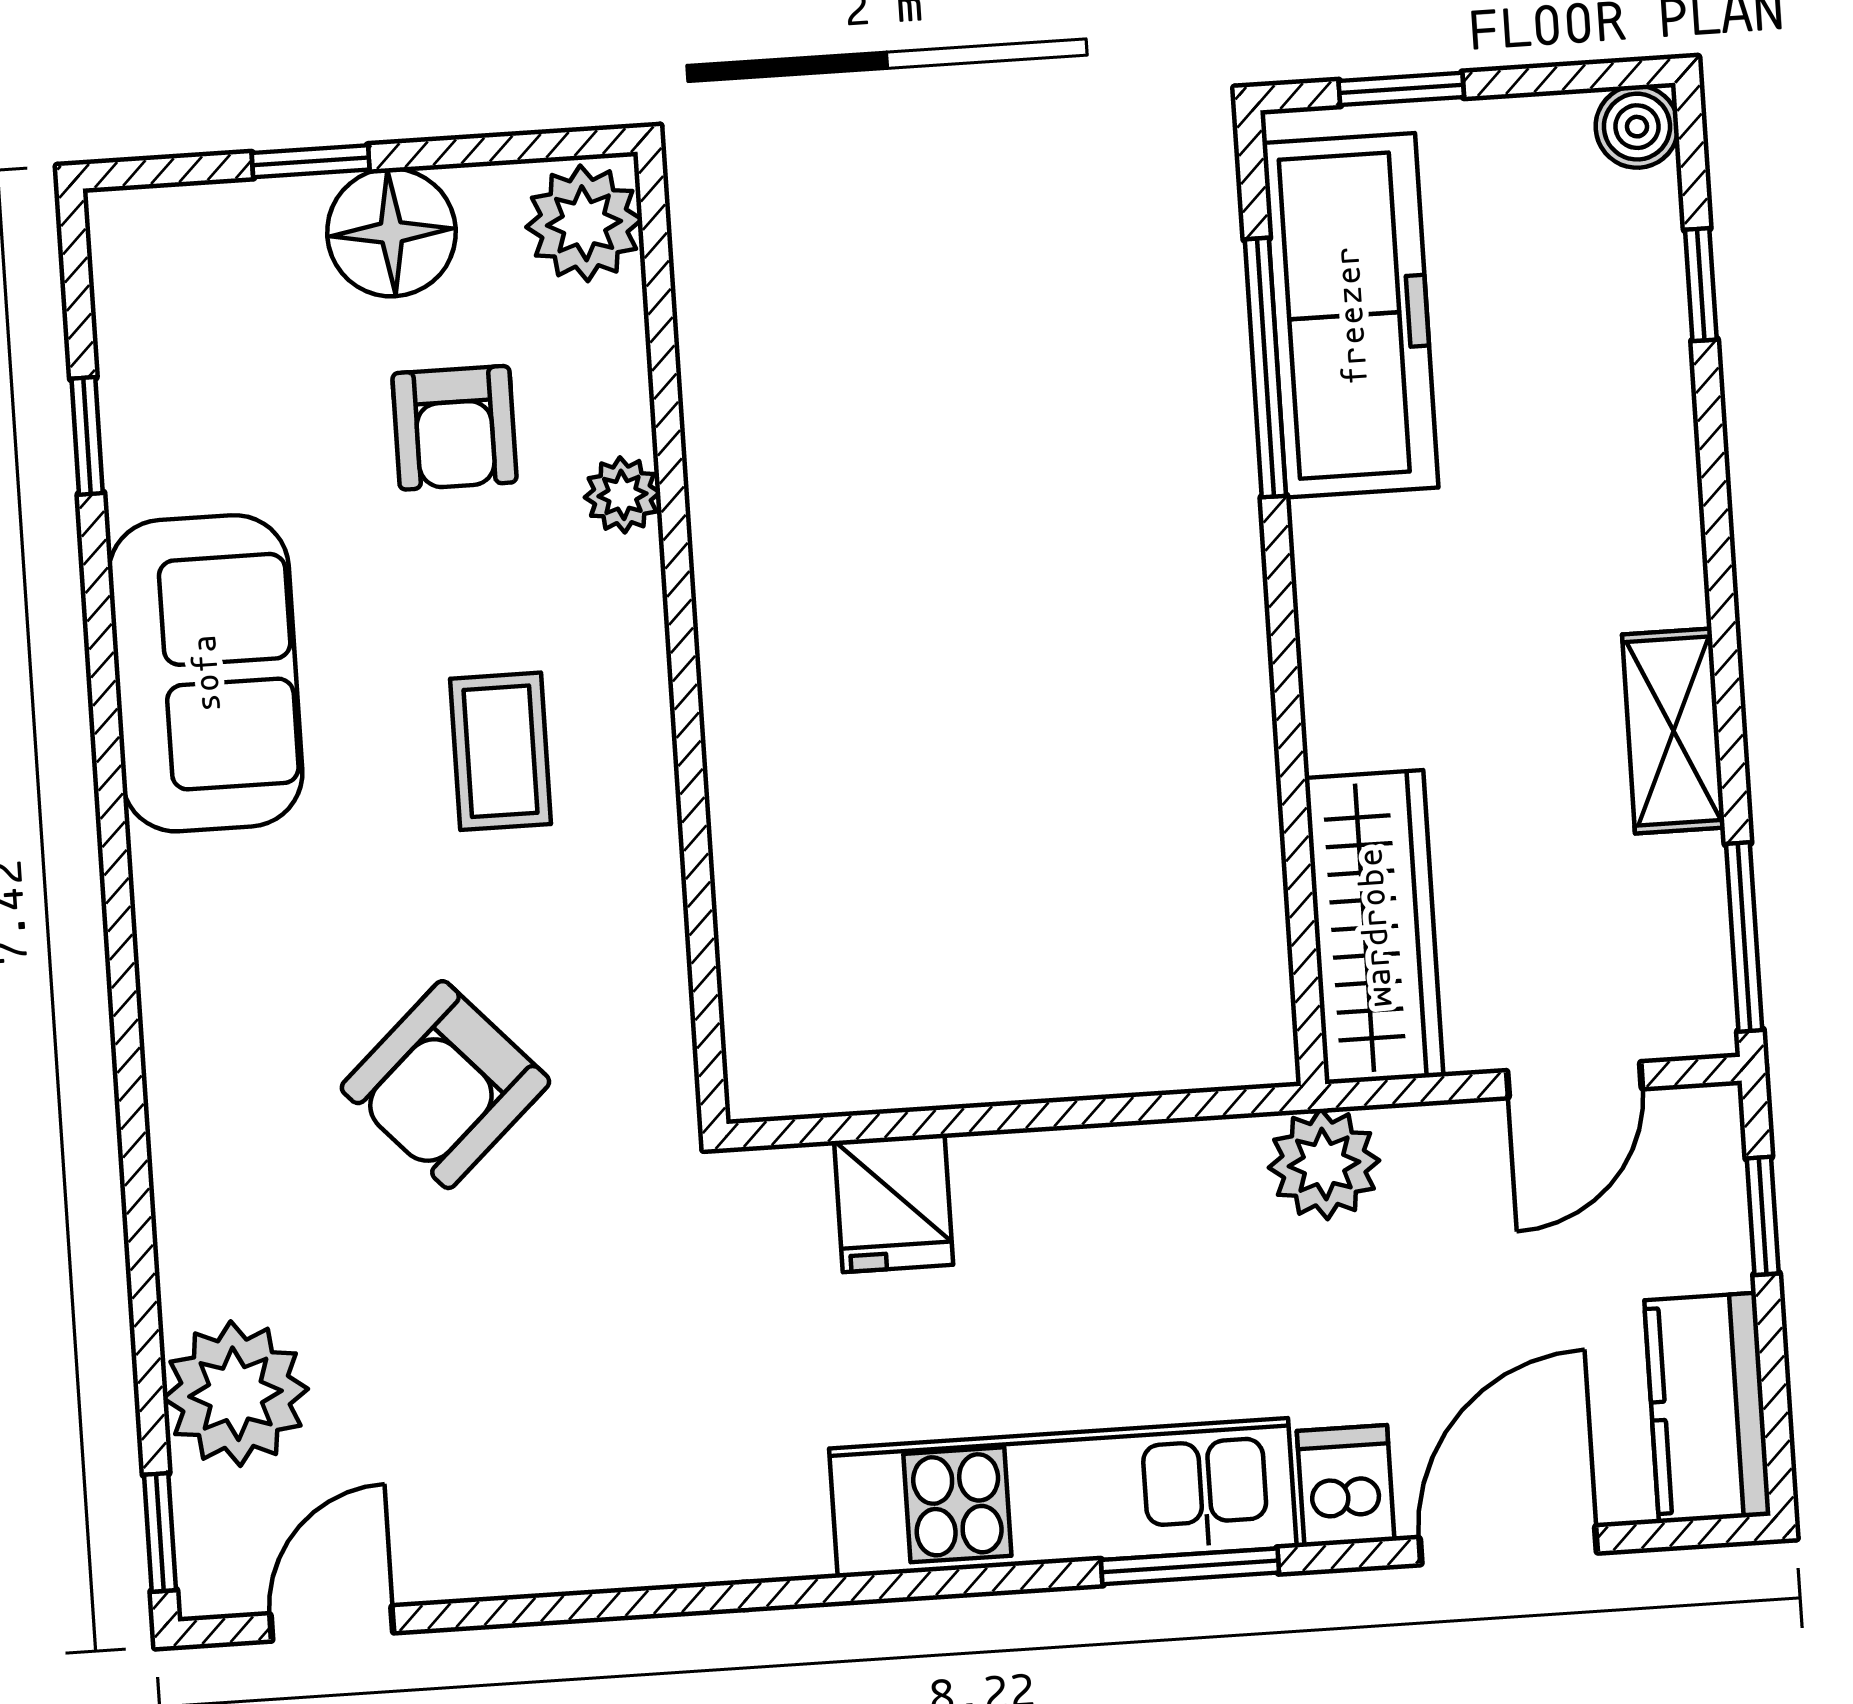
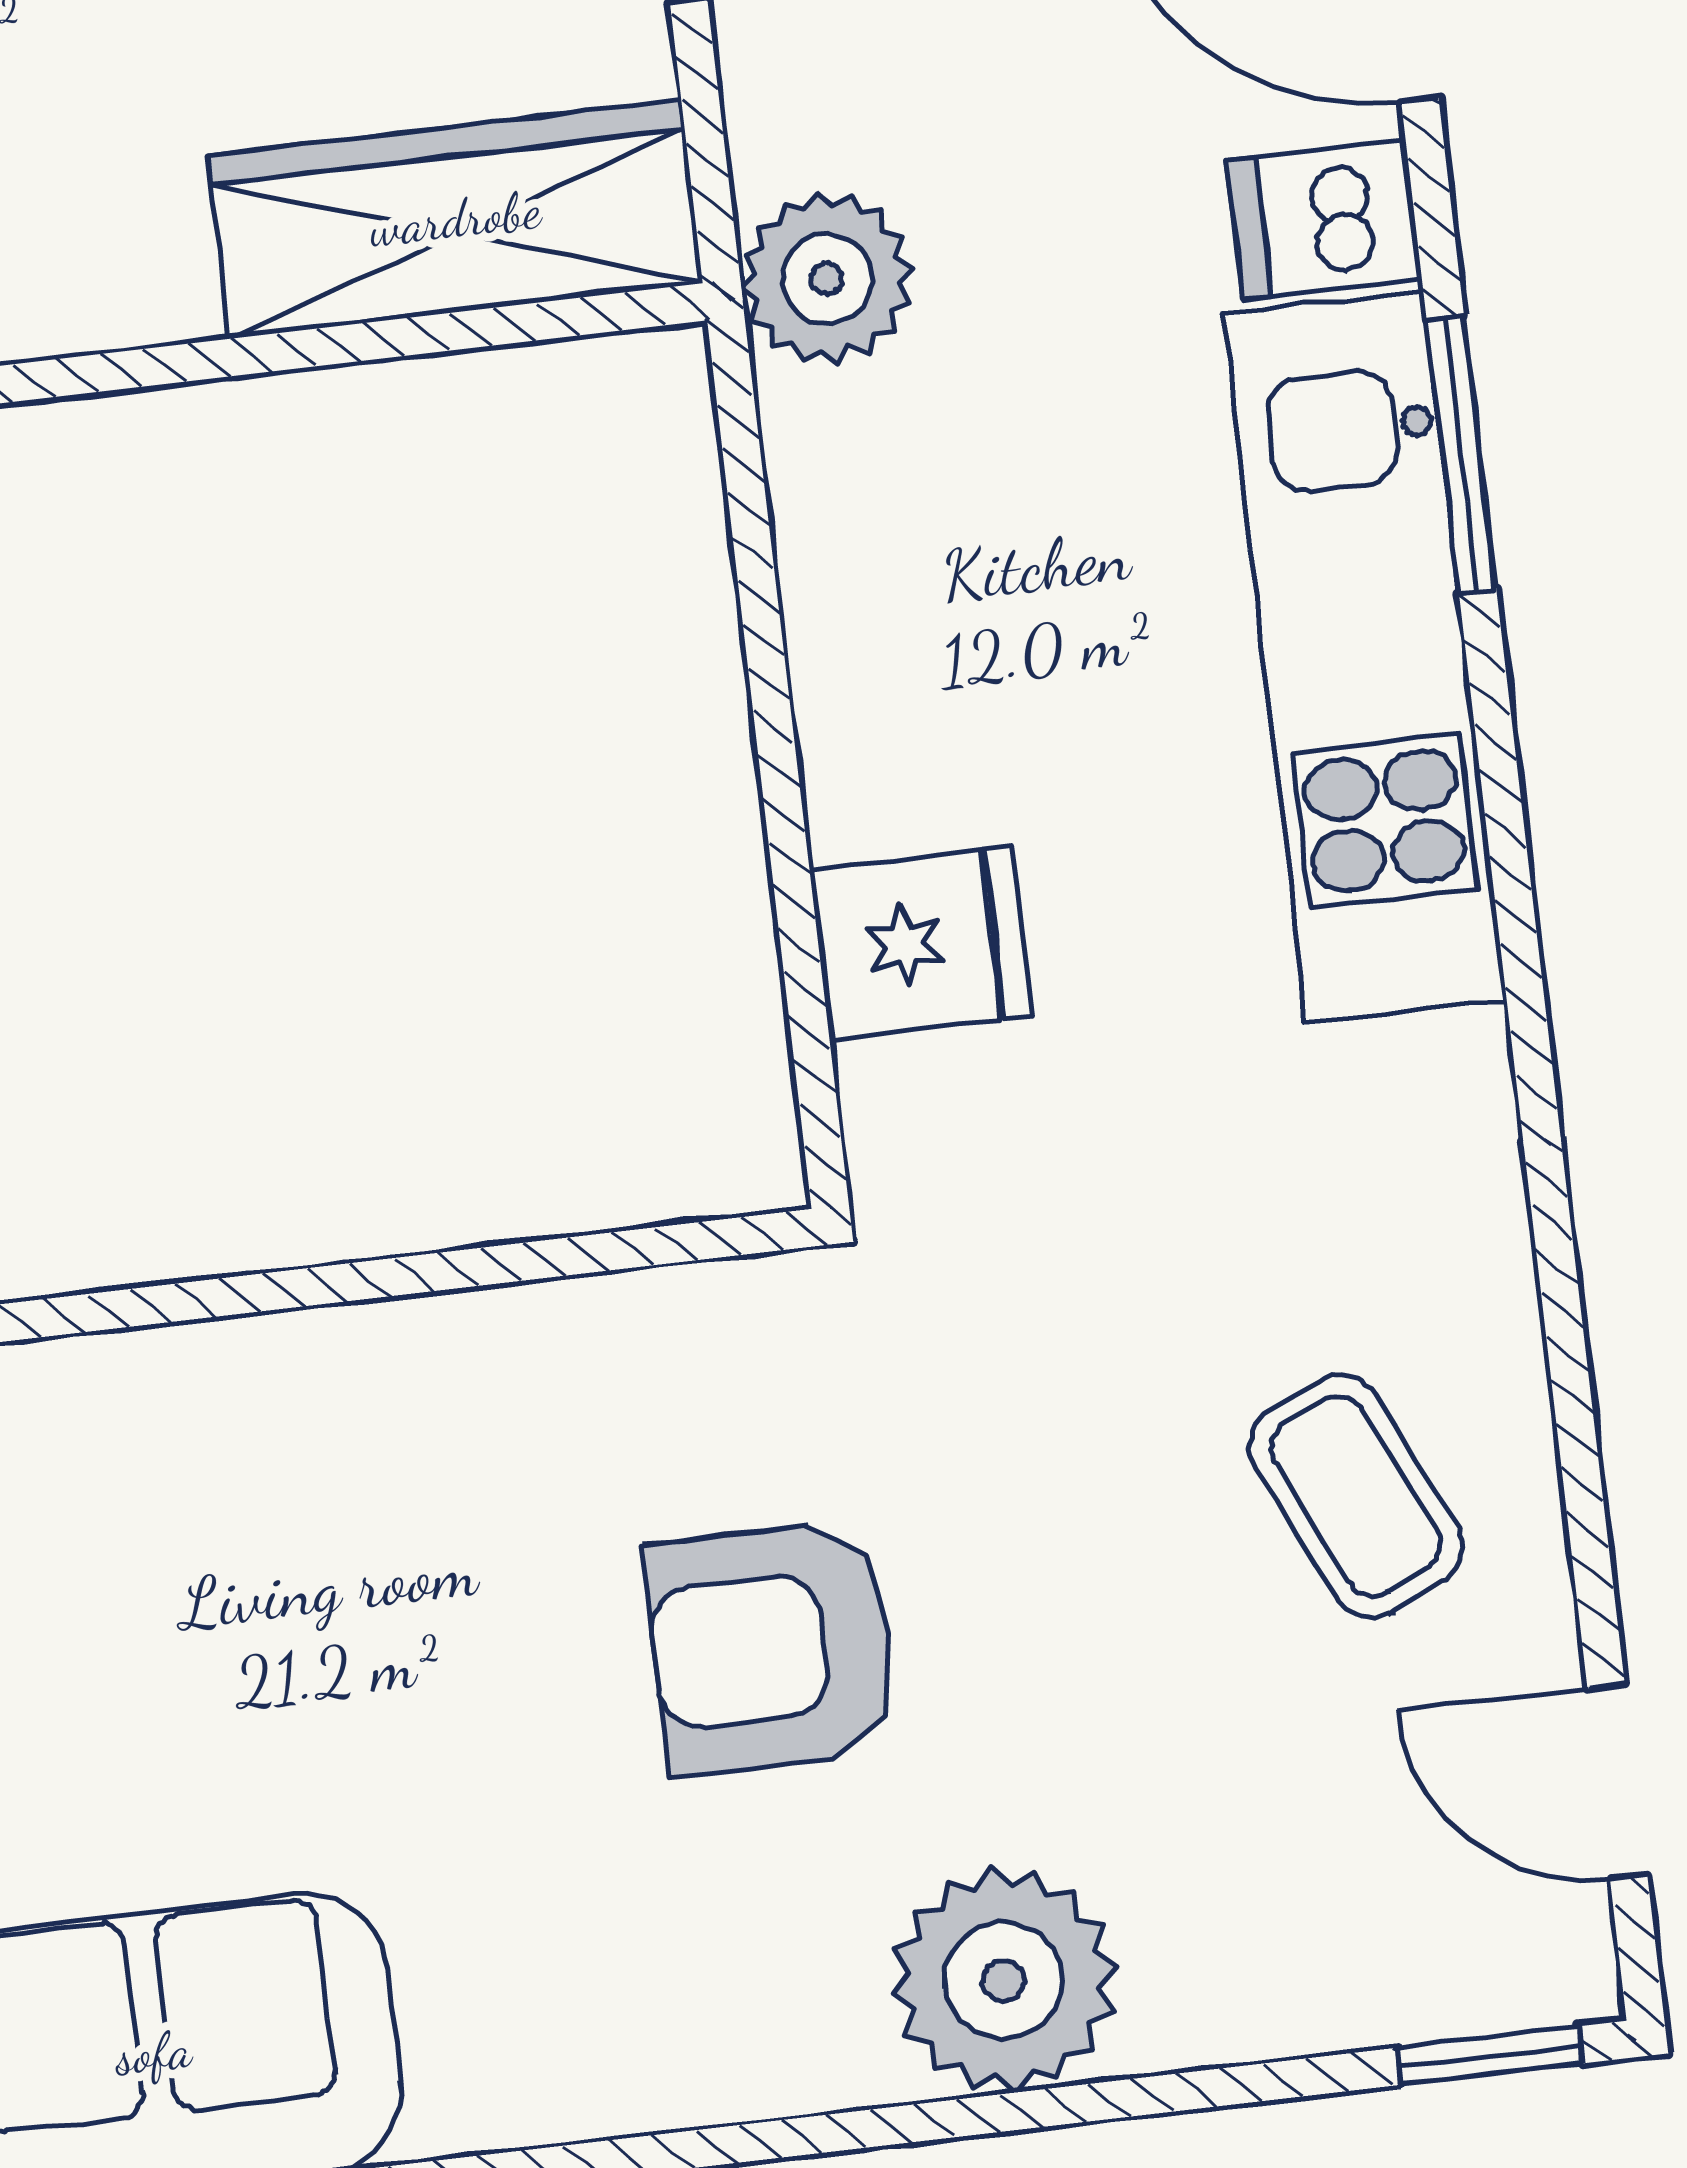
coffee table: (501, 751) -> (1356, 1496), moved, turned 65
armchair: (445, 1085) -> (773, 1648), turned 133
plant: (236, 1394) -> (1004, 1980), moved

